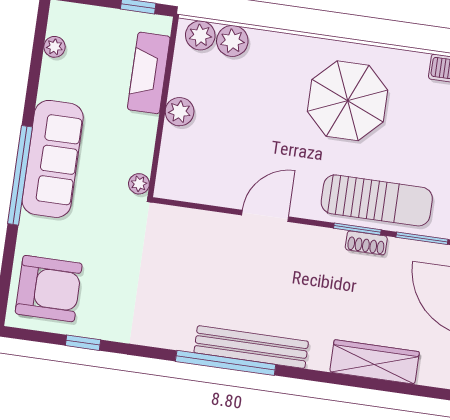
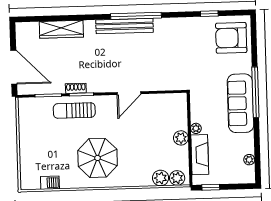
plant: (139, 184) -> (196, 128), moved
sun lounger: (377, 200) -> (74, 110), width x0.73, depth x0.75

